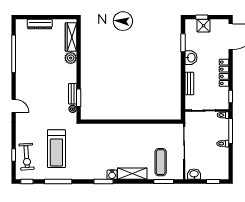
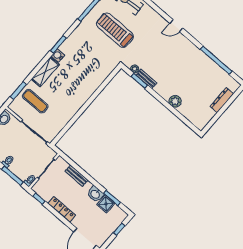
shower: (204, 26) -> (106, 204), moved
wardrobe: (71, 37) -> (191, 116), removed

